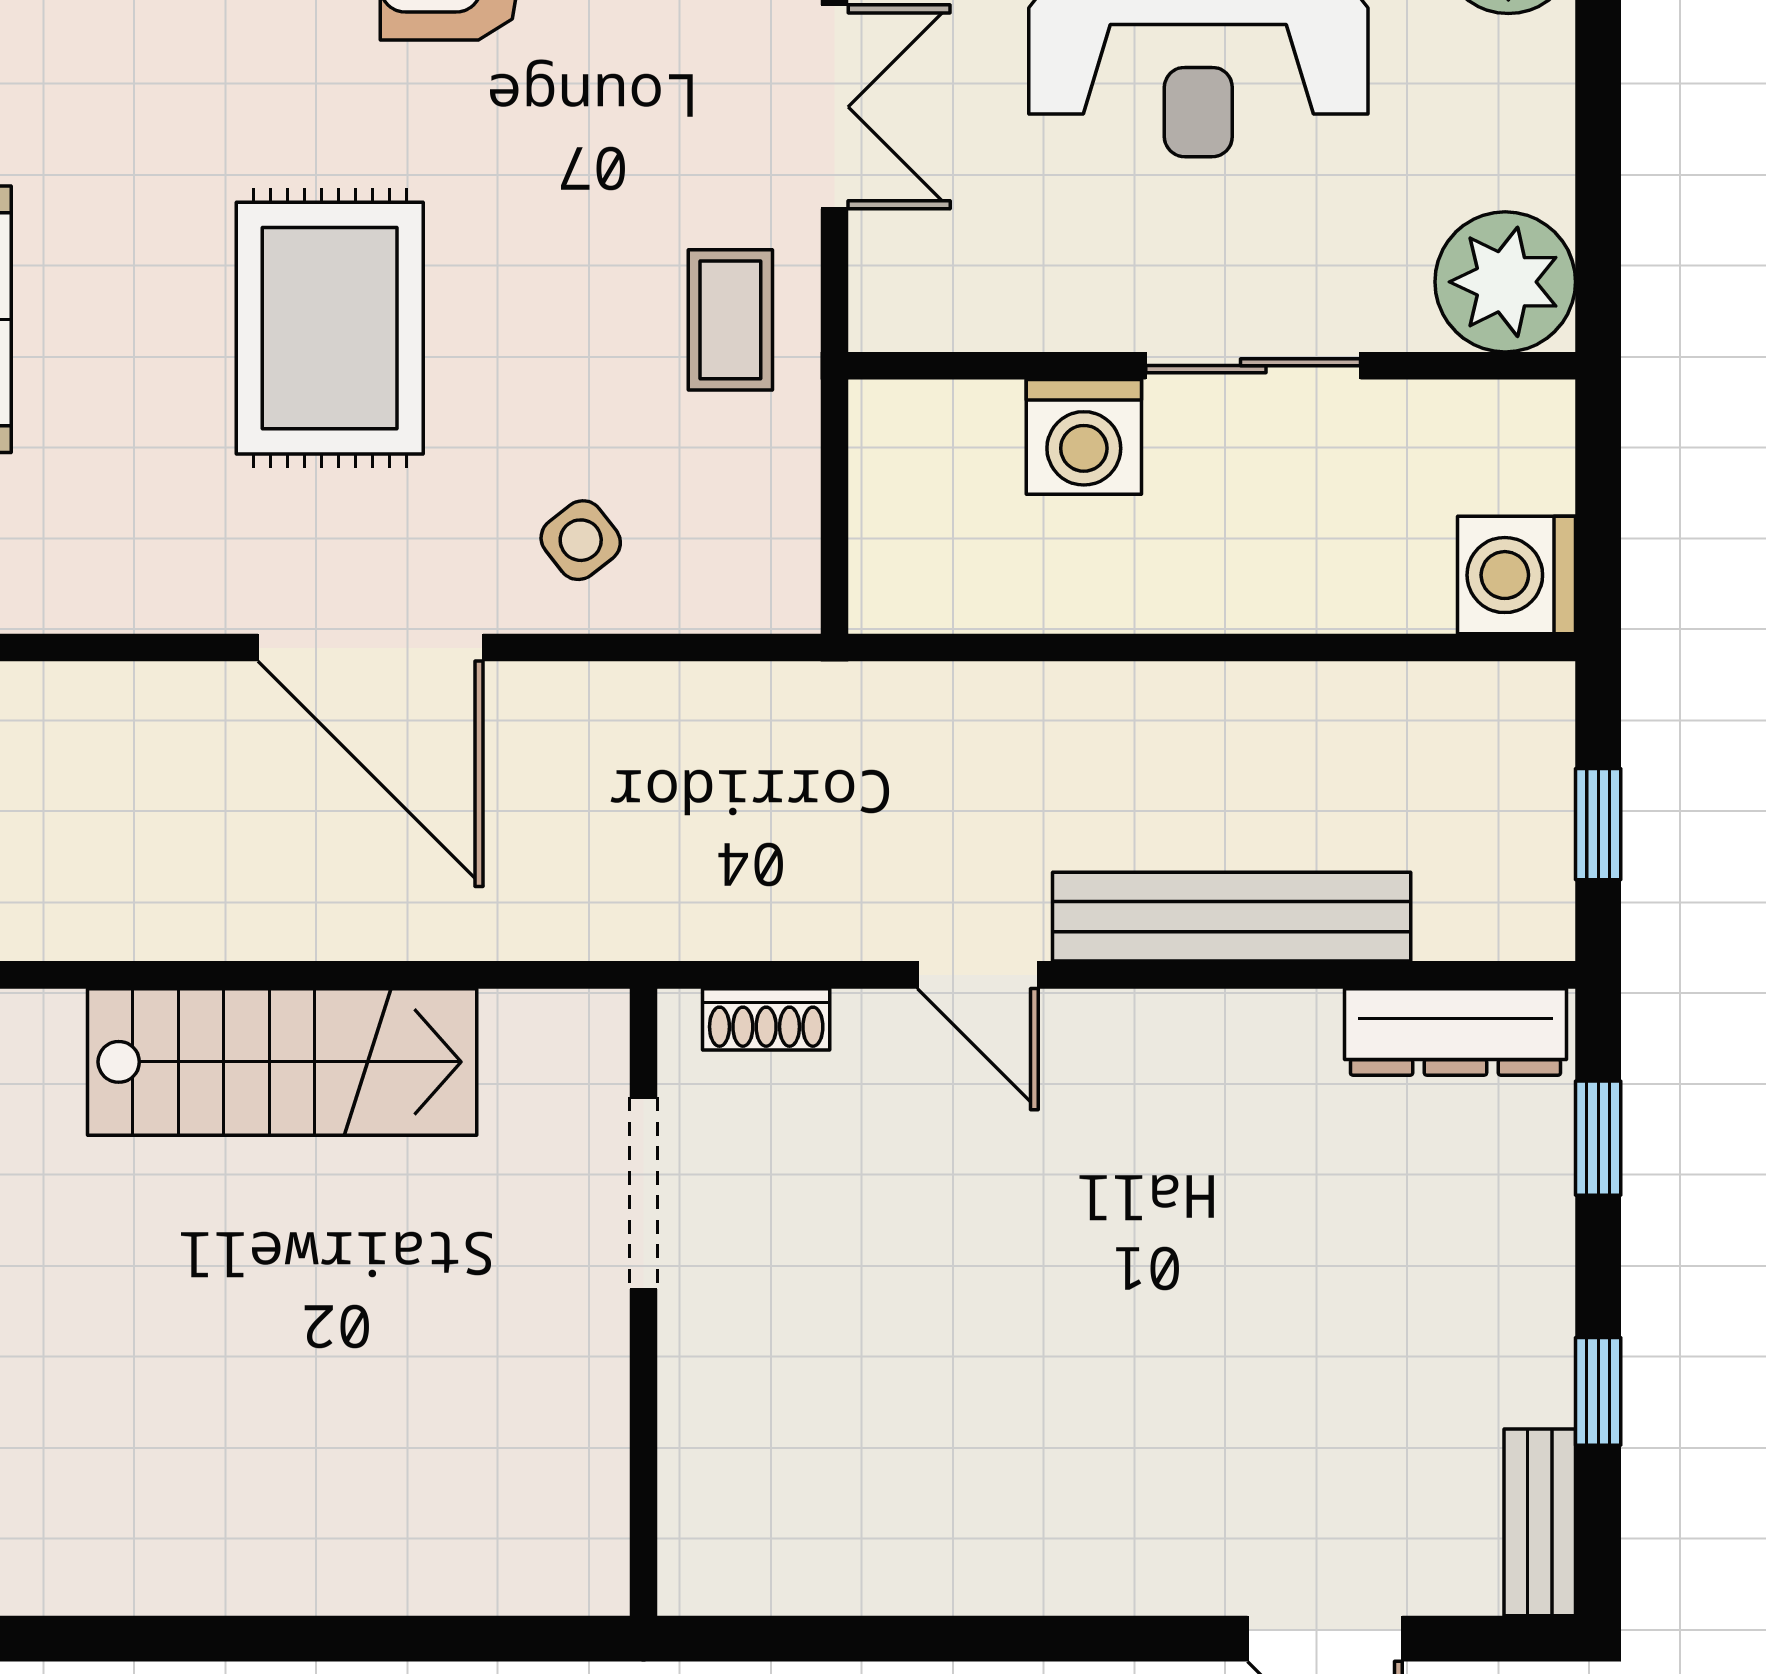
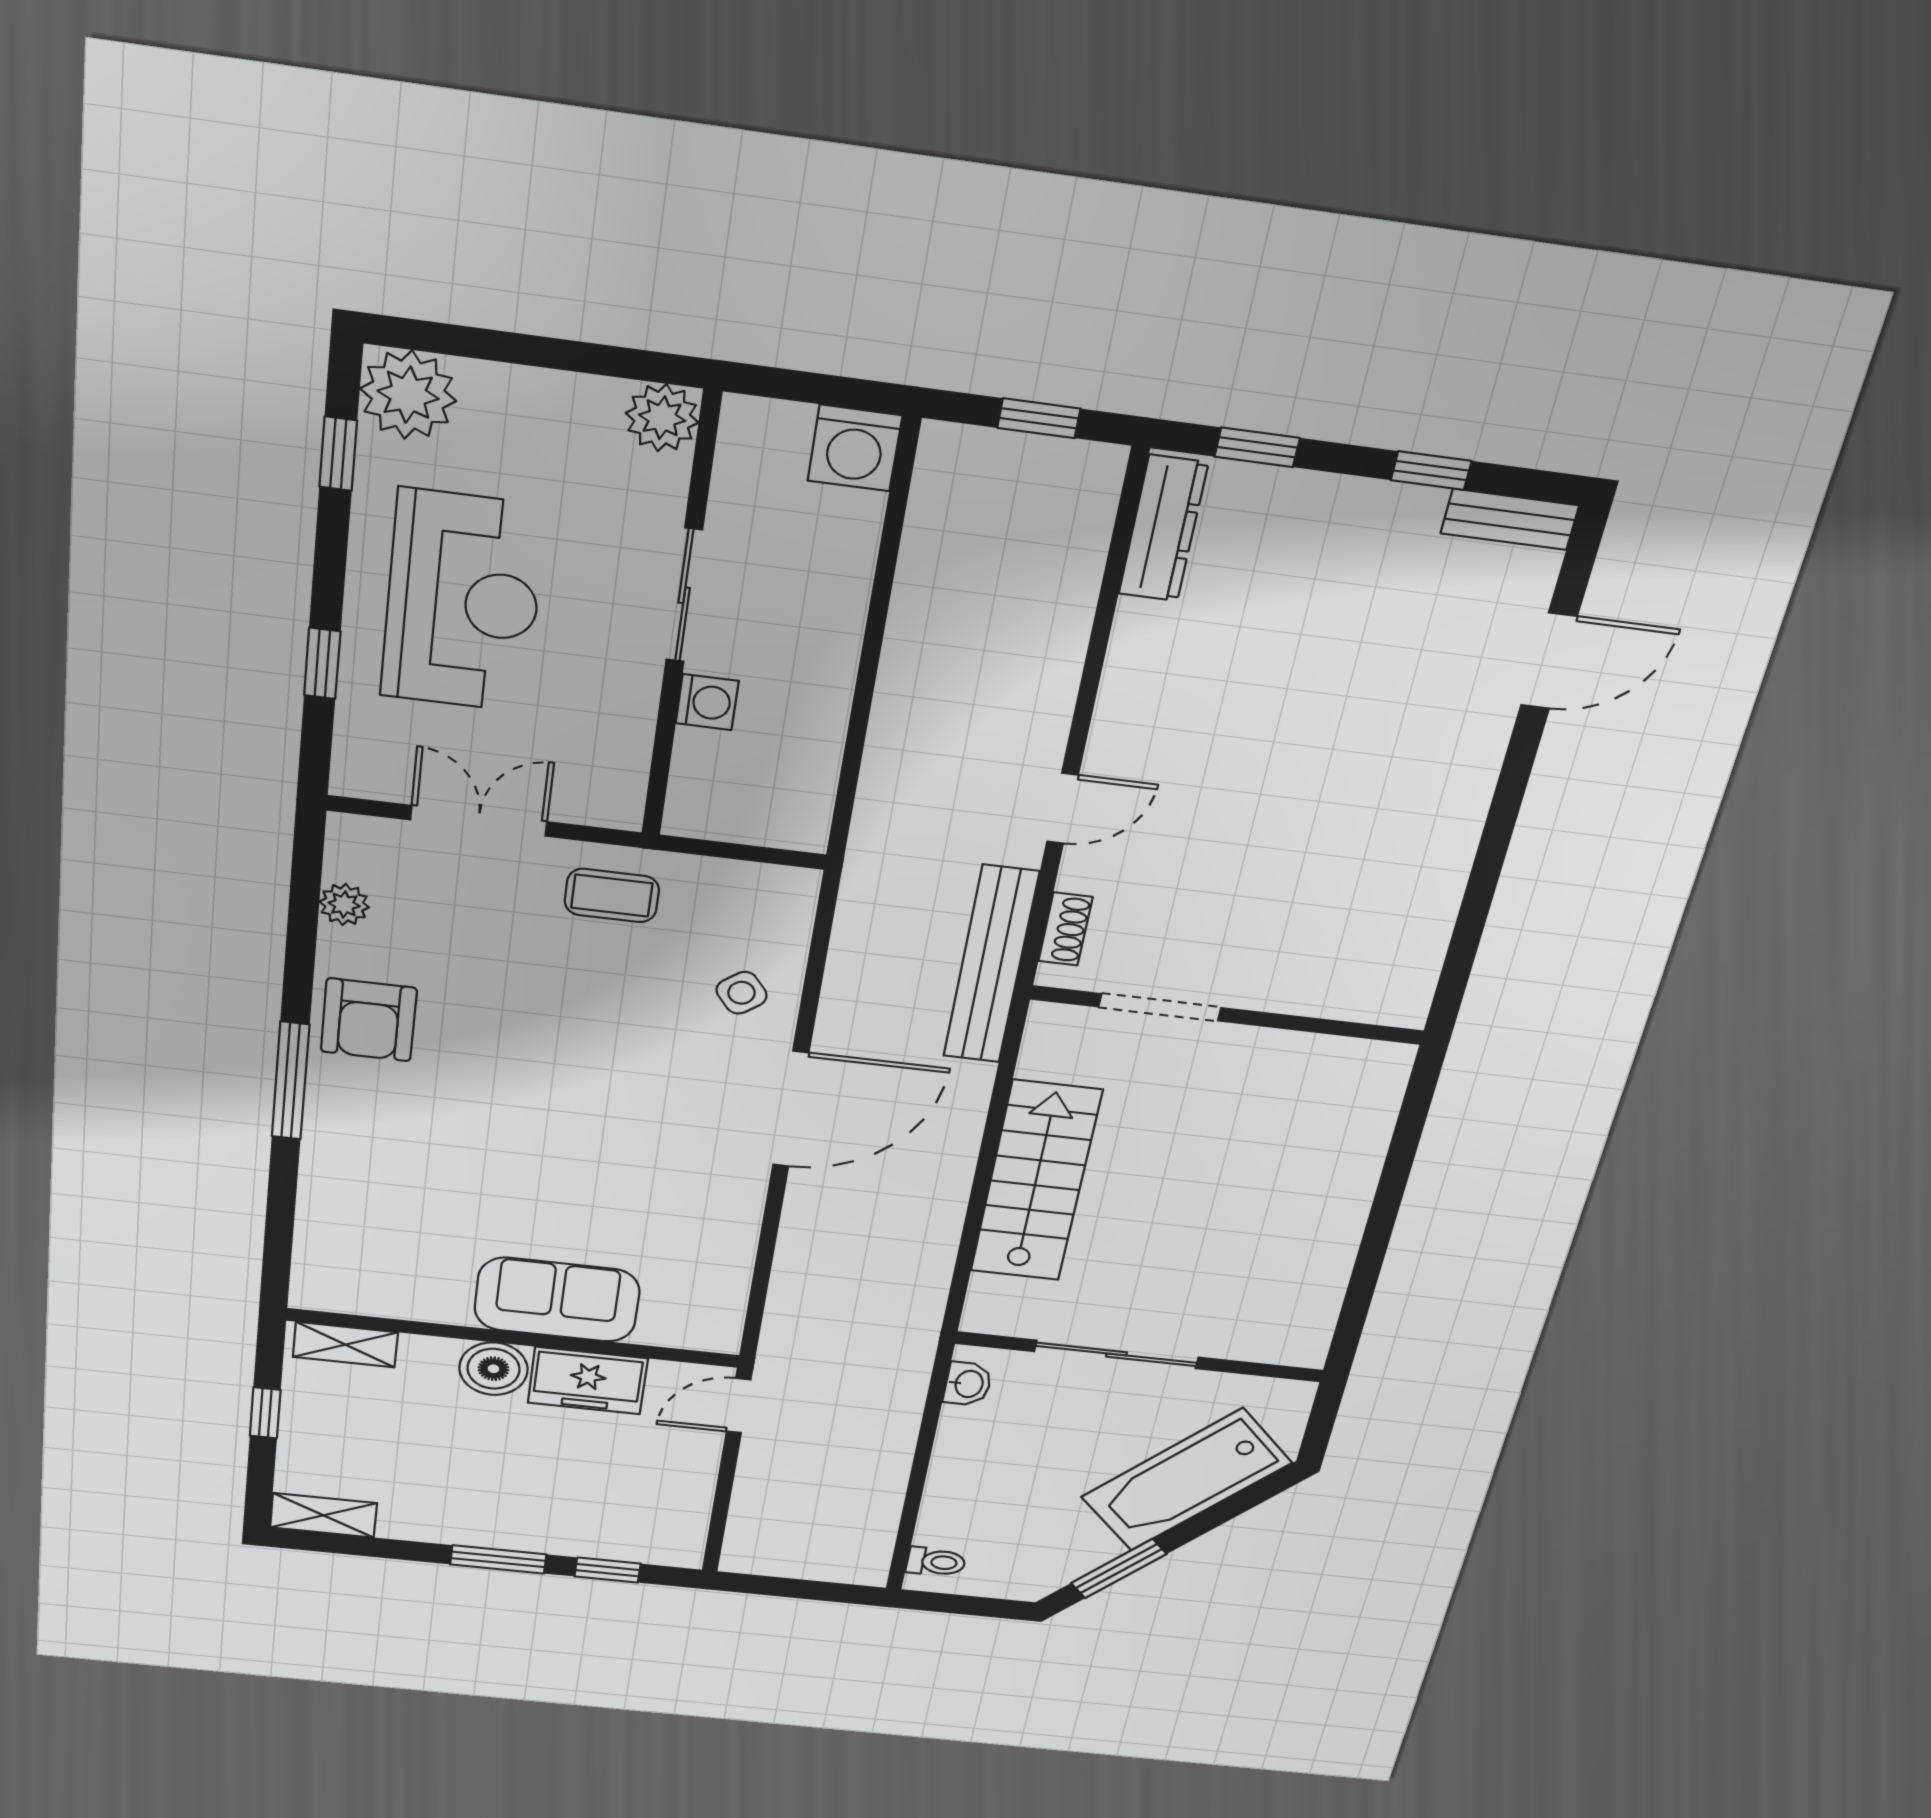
plant: (1505, 282) -> (662, 418), width x0.73, depth x0.73
rug: (330, 328) -> (588, 1108), removed
washing machine: (1084, 437) -> (707, 702), width x0.73, depth x0.73
bench: (1232, 917) -> (991, 965), moved

